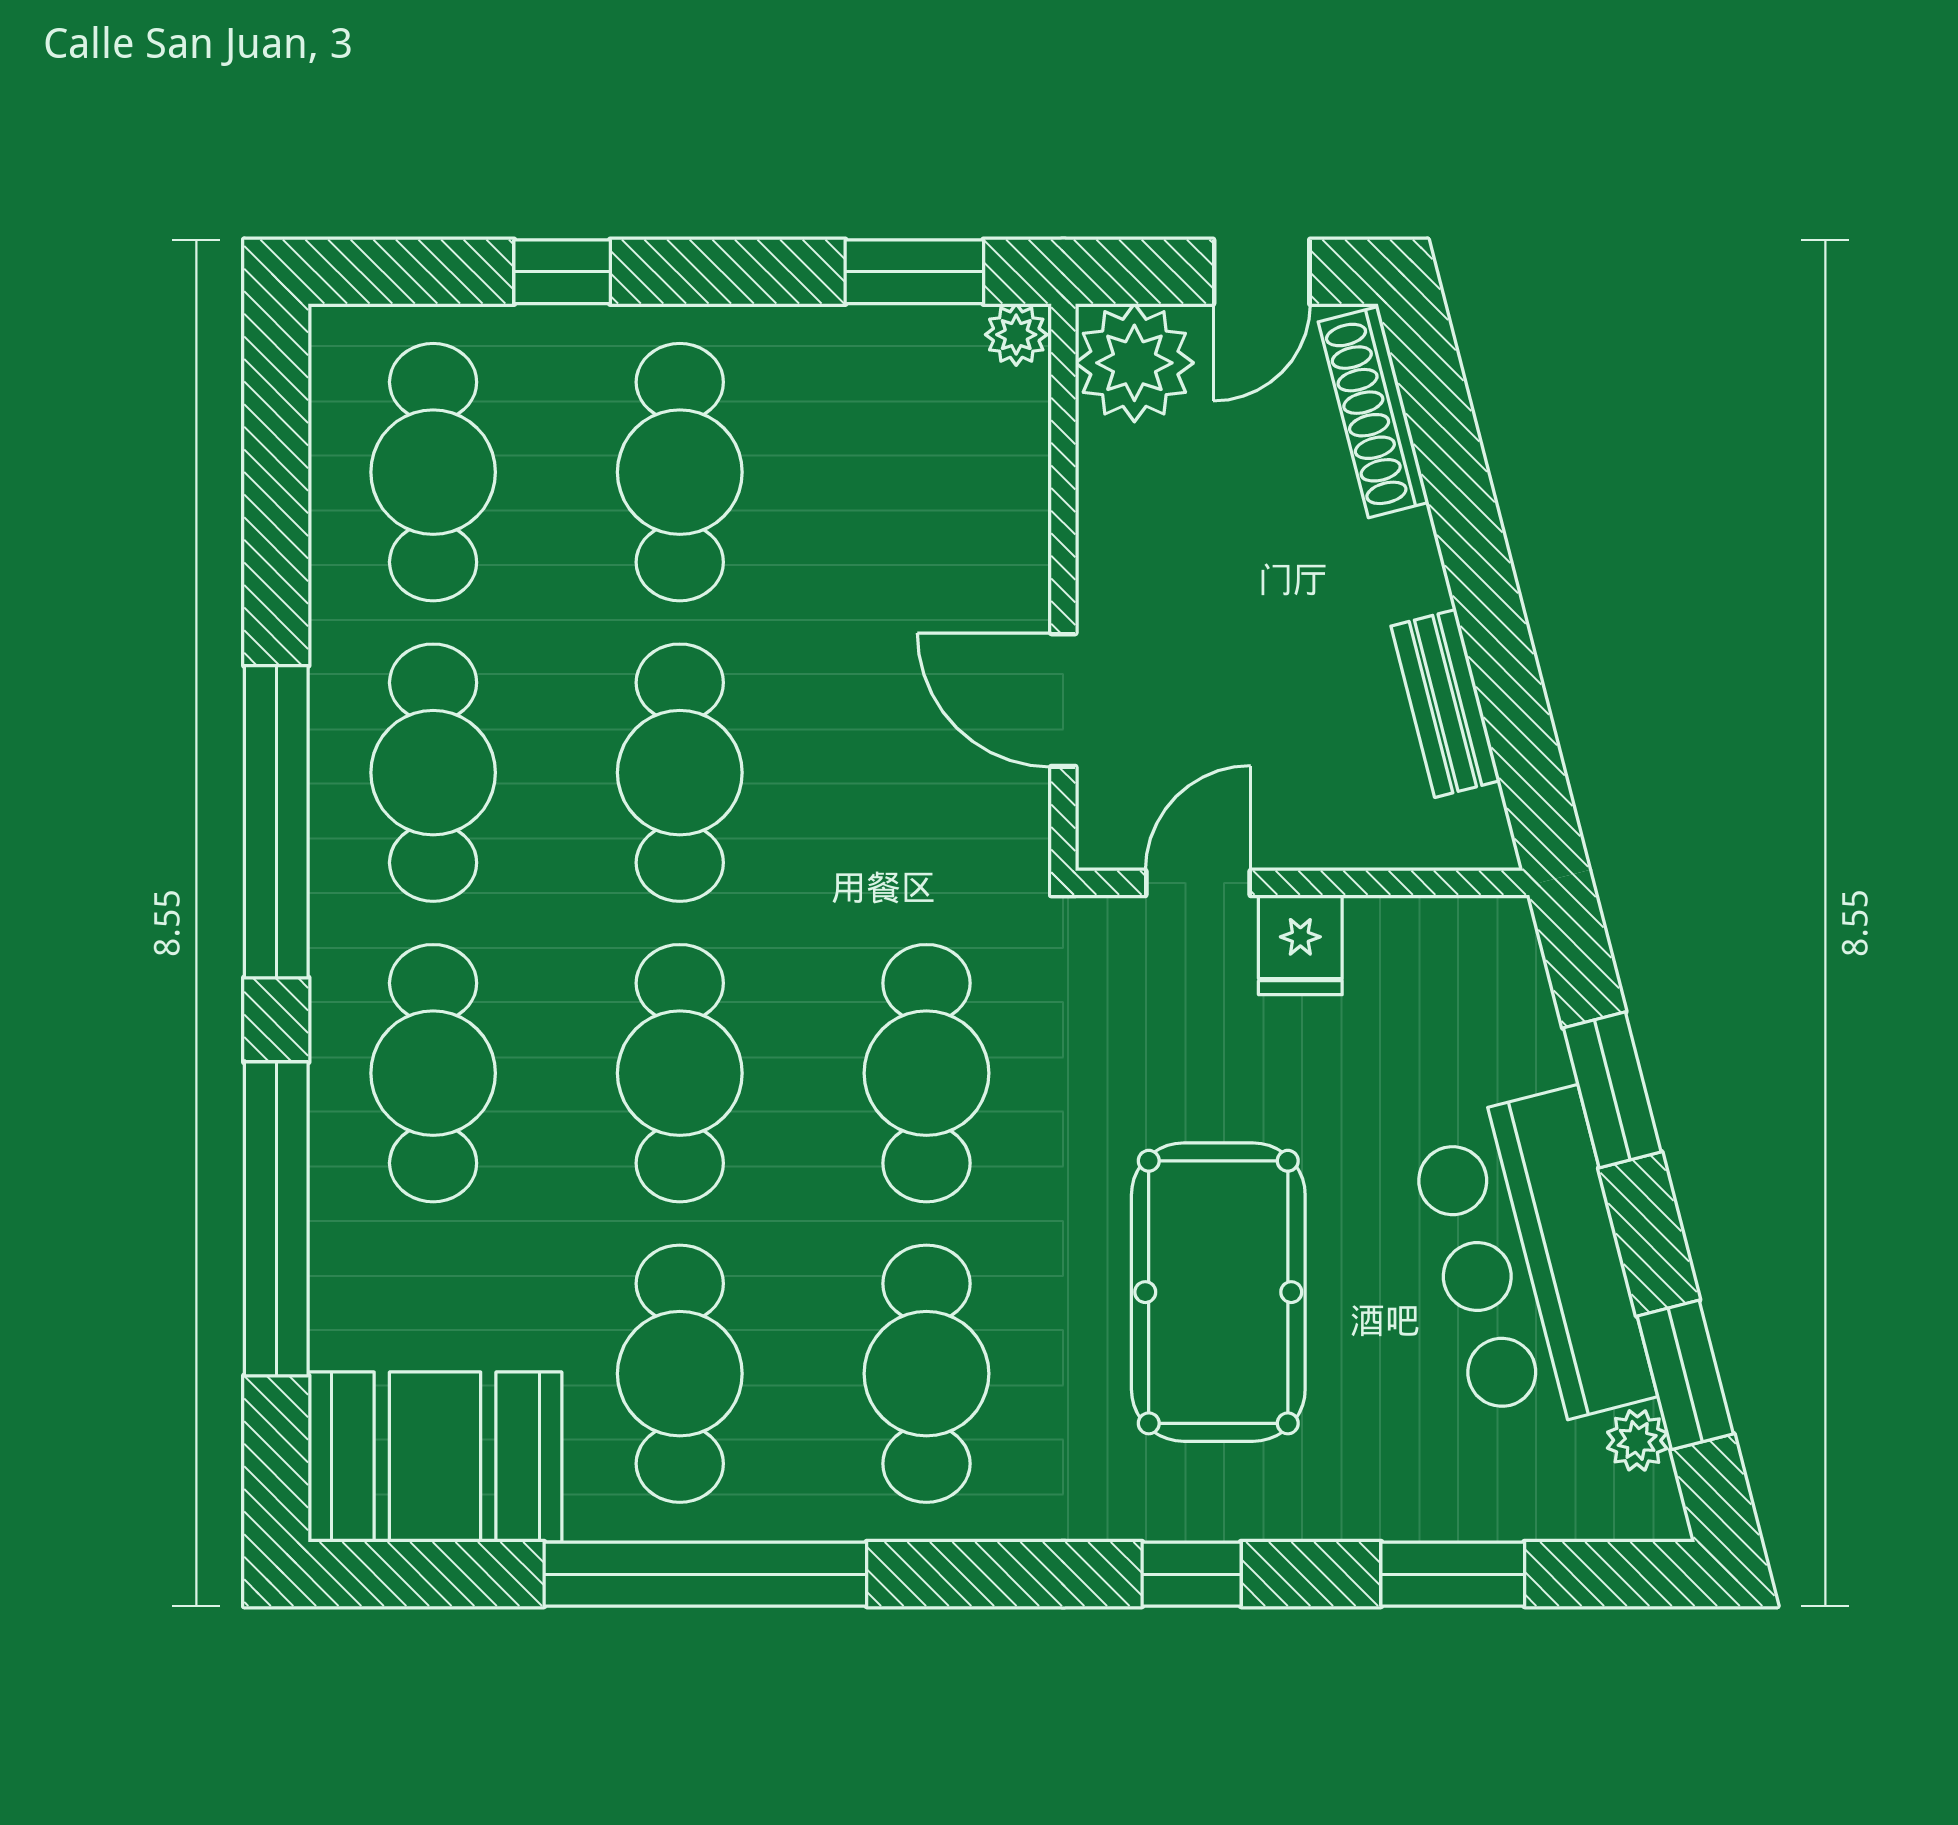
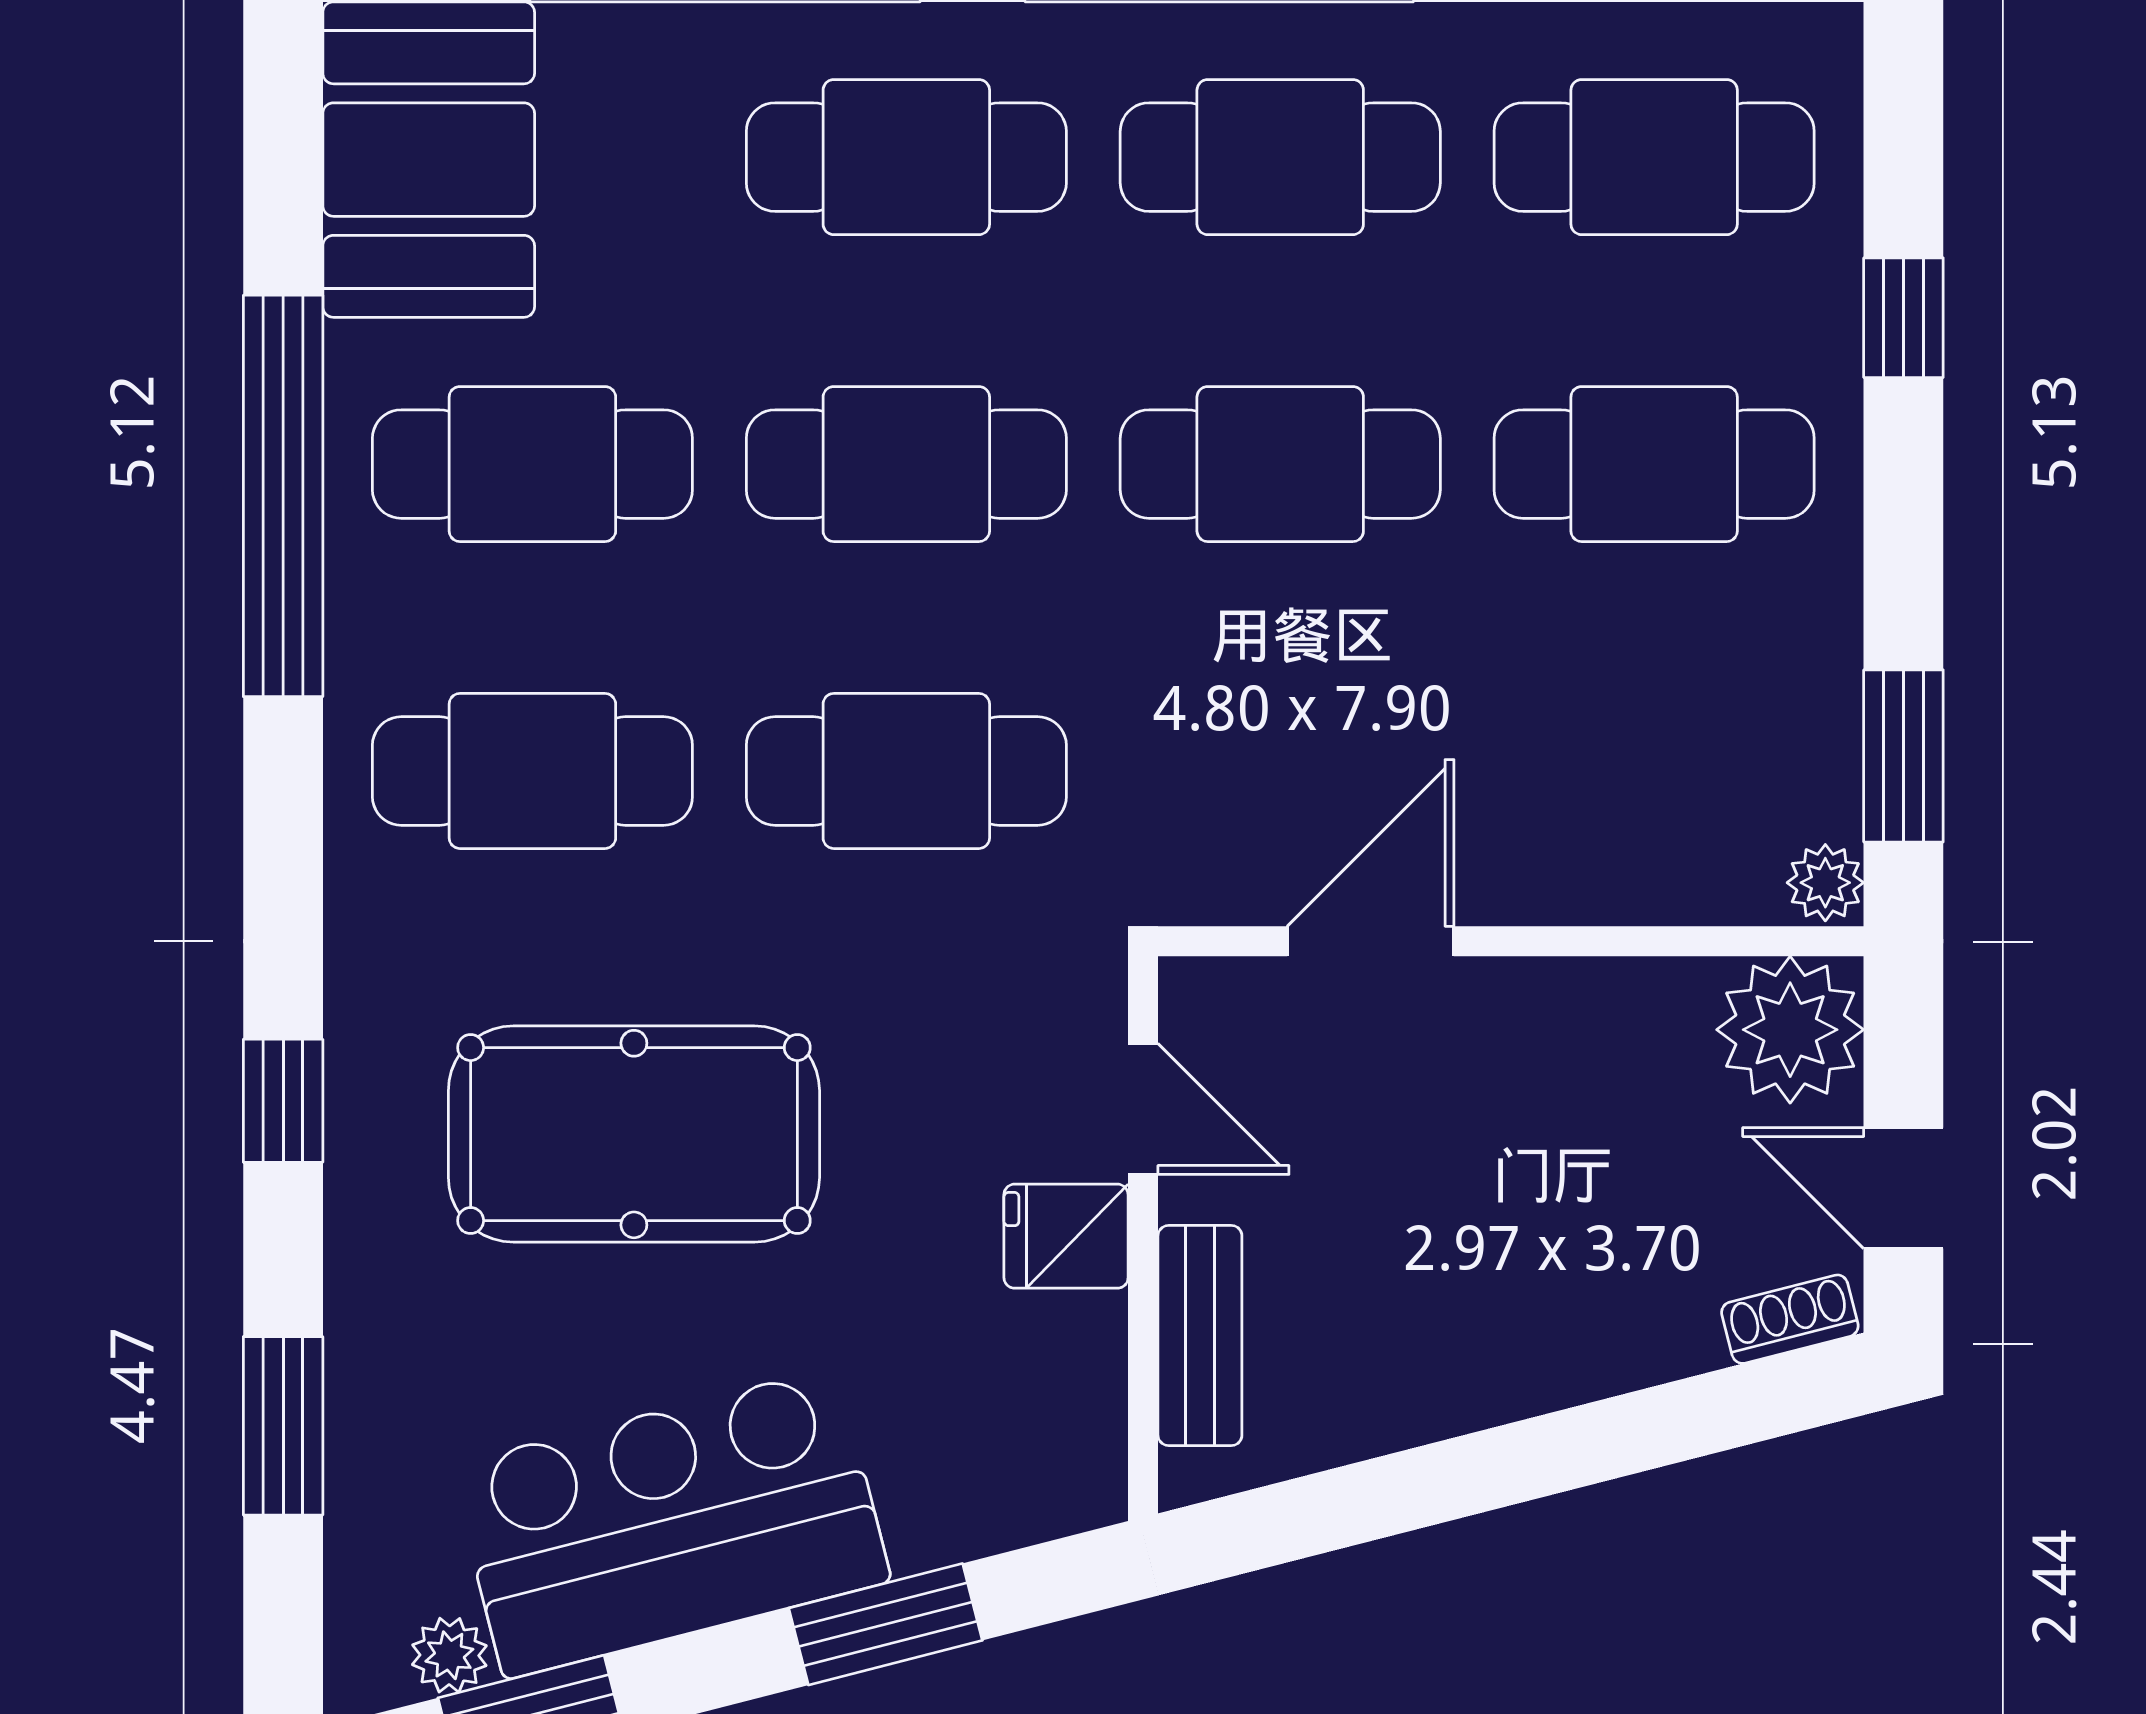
shoe rack: (1373, 412) -> (1790, 1319), width x0.51, depth x0.81
bench: (1445, 703) -> (1200, 1335), moved, turned -76

